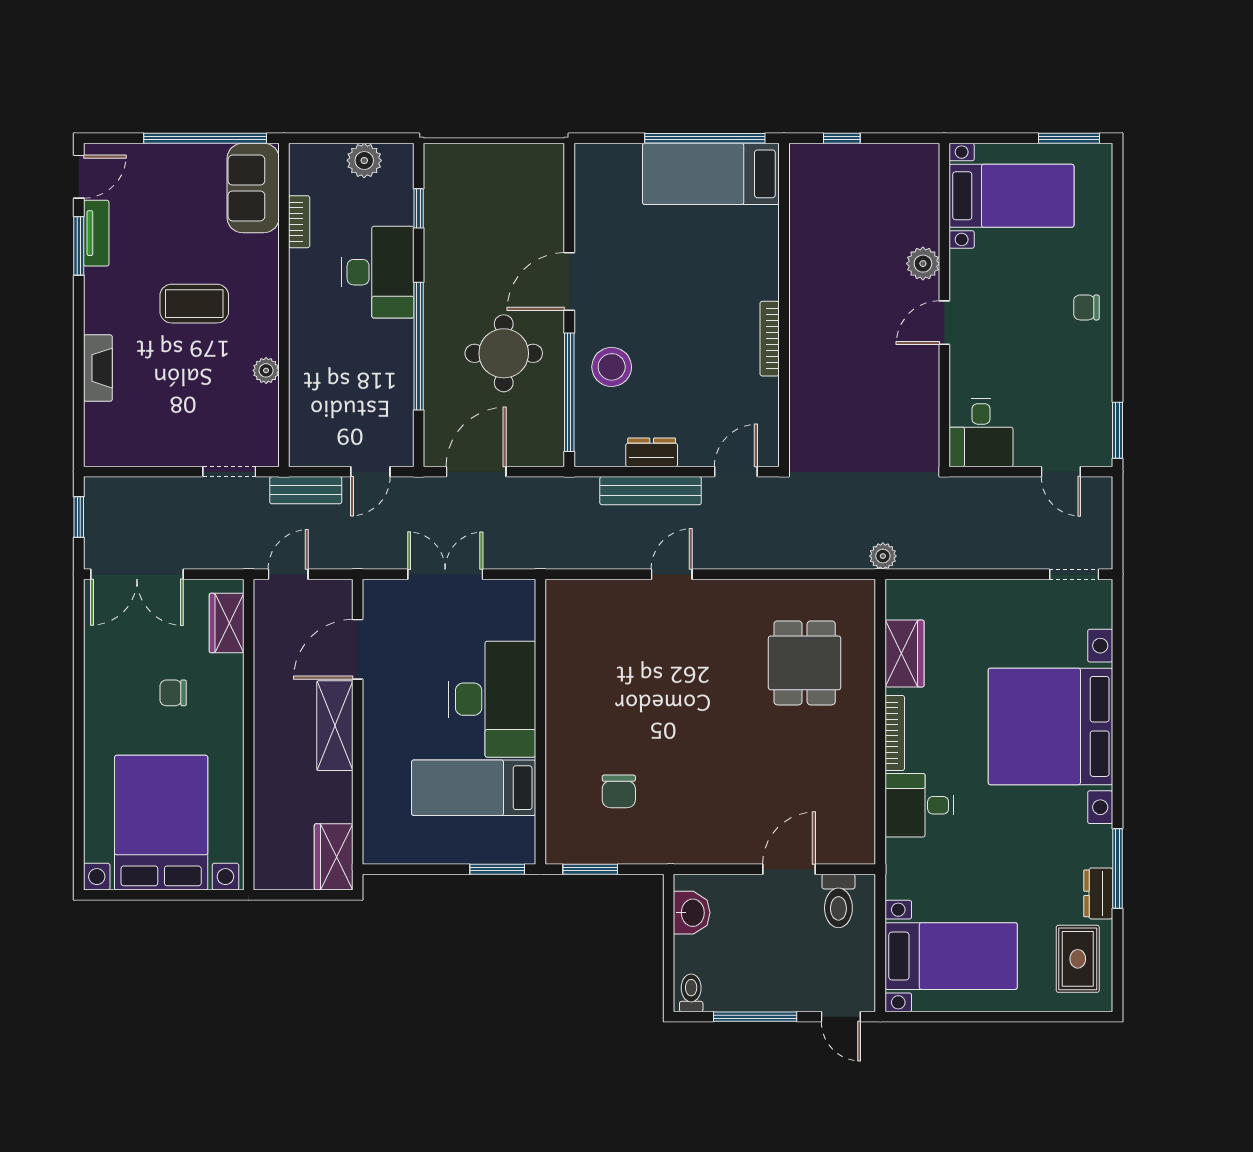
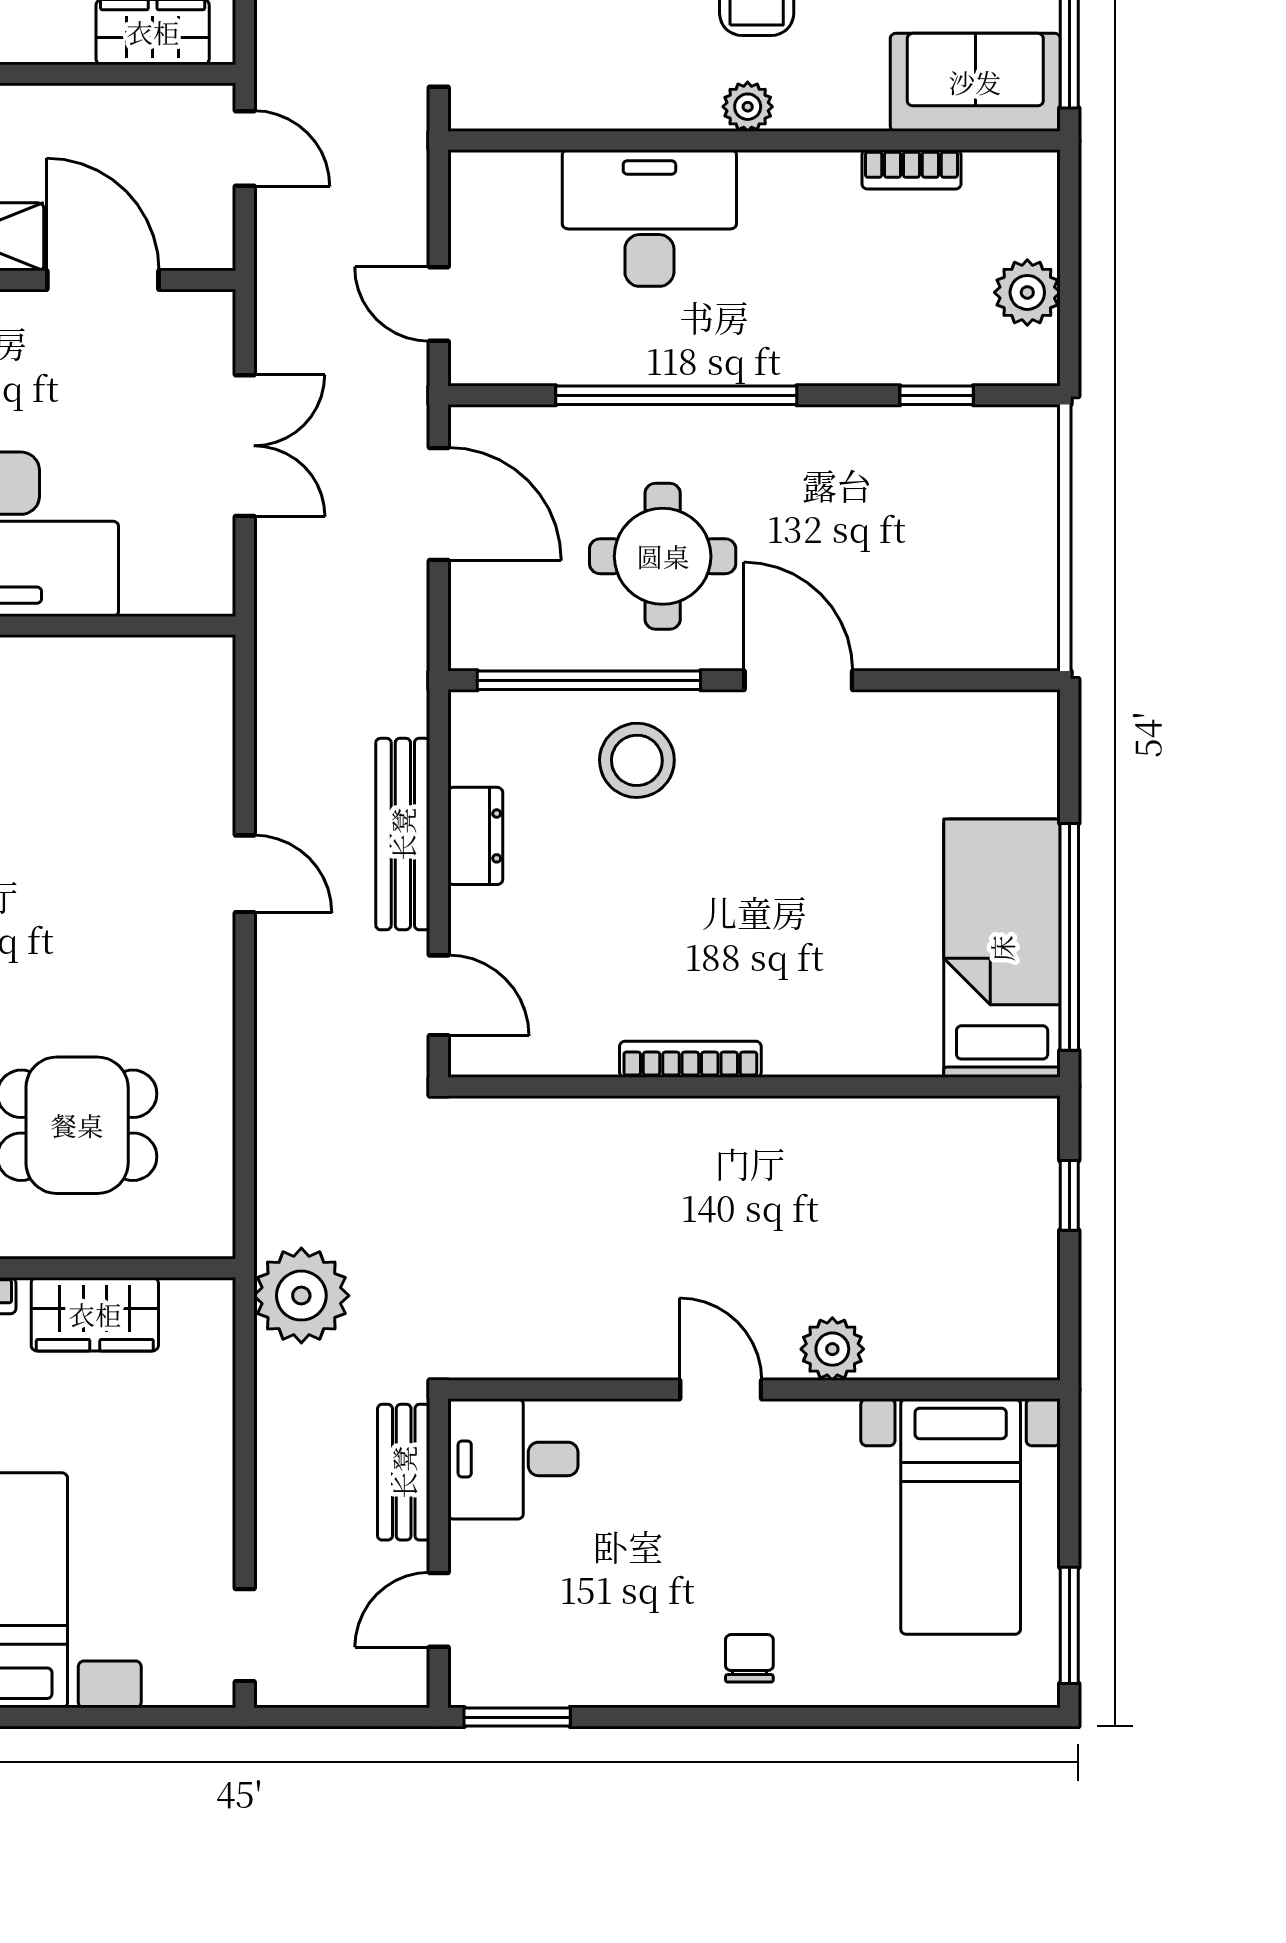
desk: (378, 272) -> (649, 218), moved, turned 180
plant: (266, 370) -> (748, 107), moved
bench: (306, 490) -> (404, 1472), moved
plant: (883, 556) -> (301, 1296), width x1.87, depth x1.87

